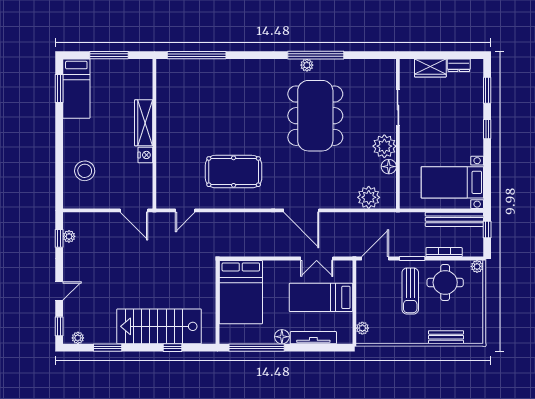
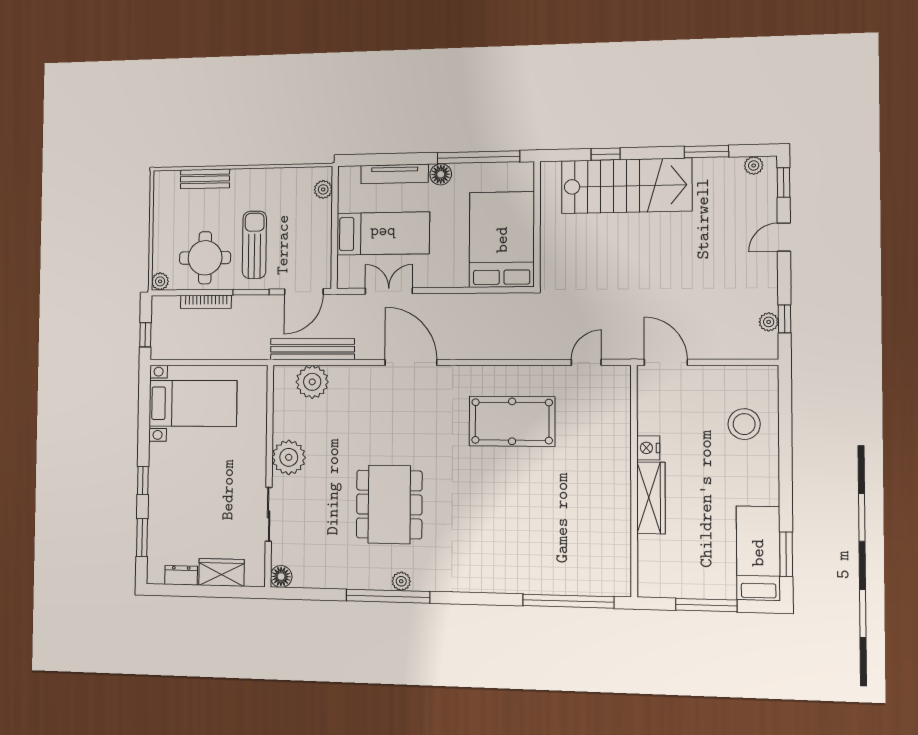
dining table: (315, 116) -> (389, 504), width x0.73, depth x0.80
floor lamp: (389, 167) -> (281, 577), moved
bench: (454, 219) -> (312, 349), moved

